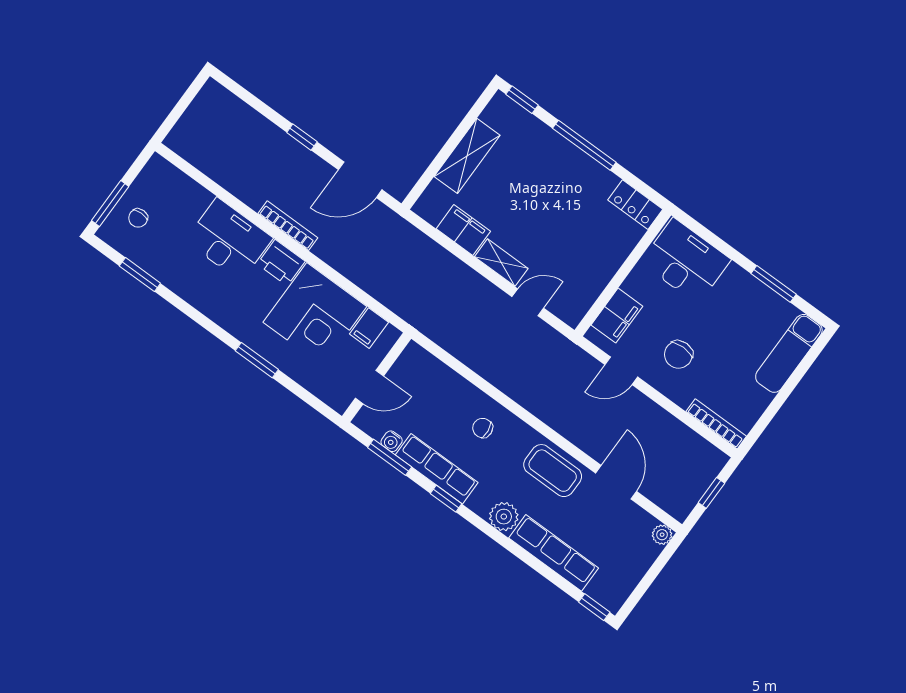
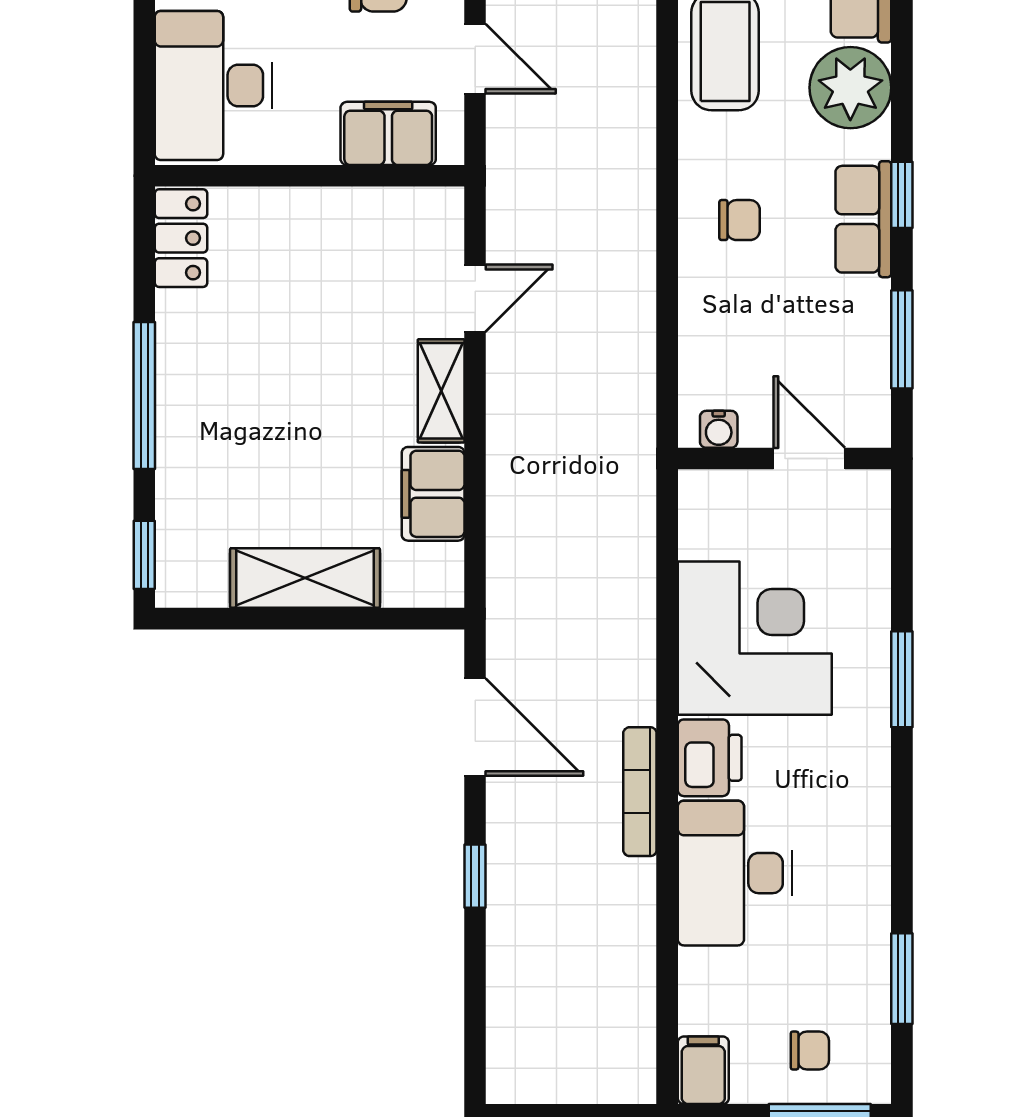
door: (528, 302) -> (475, 298), swing flipped
filing cabinet: (369, 328) -> (703, 1070), moved, turned -90
chair: (483, 428) -> (740, 220), turned -83
water cooler: (392, 441) -> (719, 429), moved, turned 90
row of seats: (437, 469) -> (863, 219), width x0.68
plant: (504, 517) -> (850, 88), width x1.36, depth x1.36

